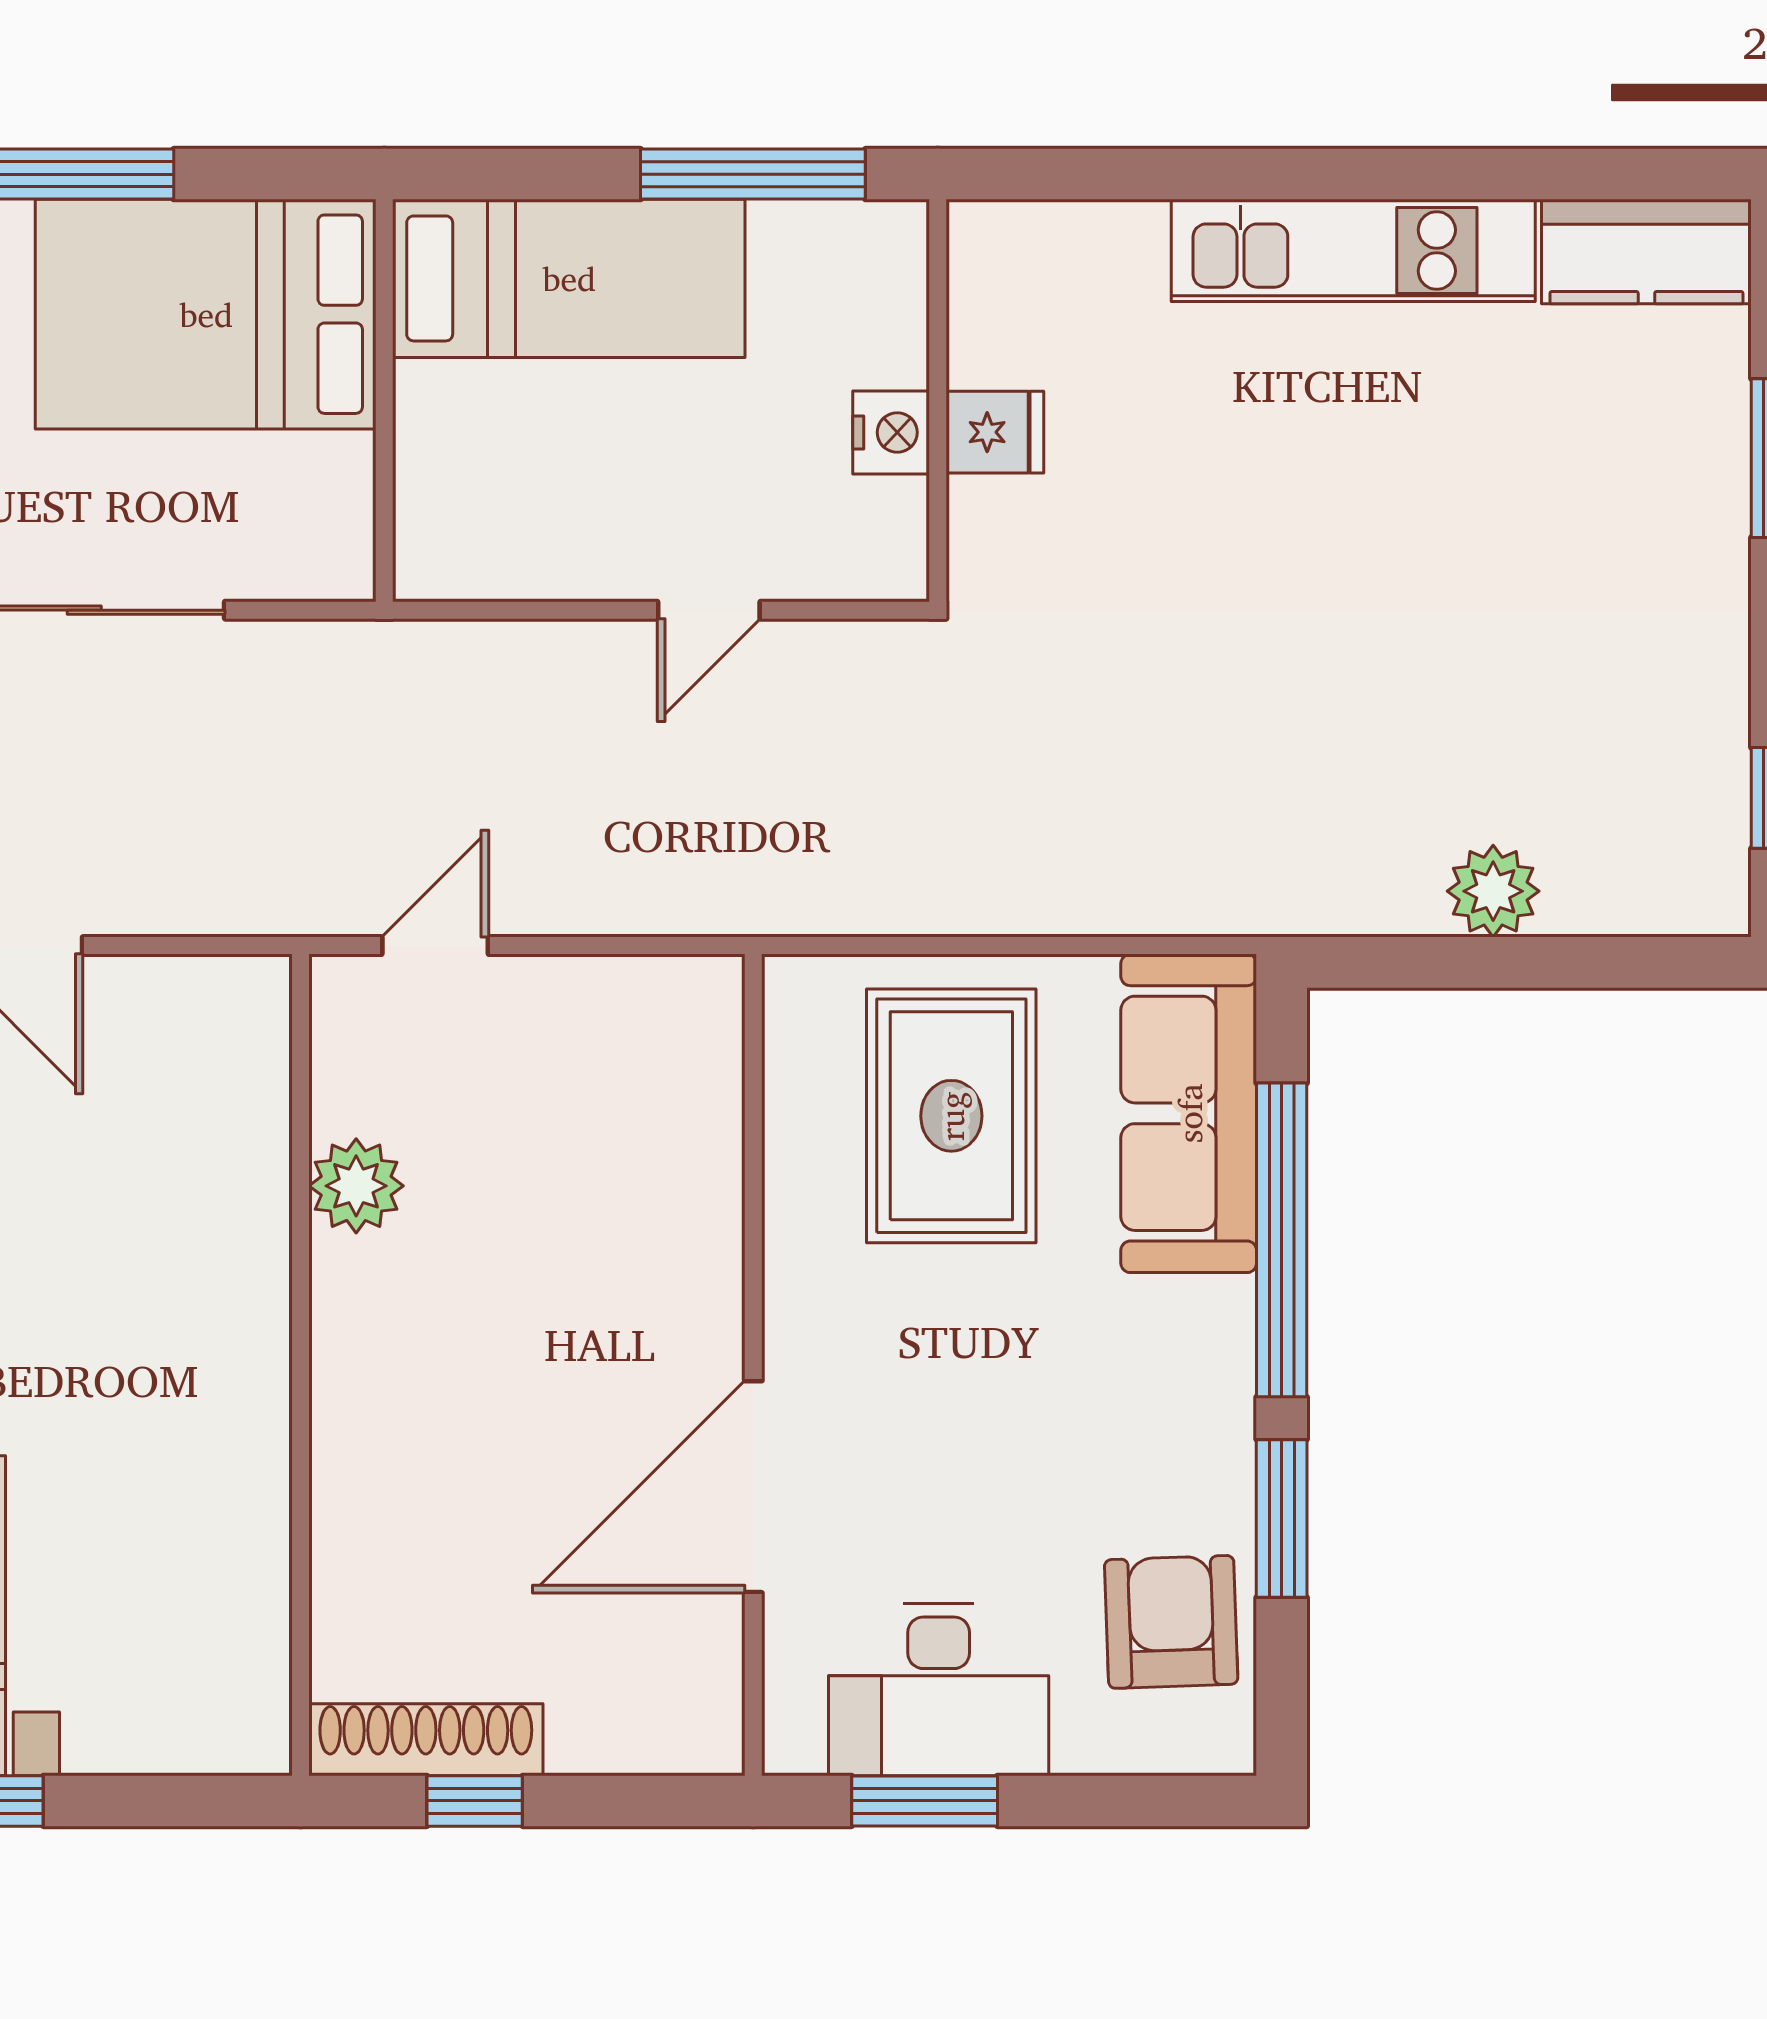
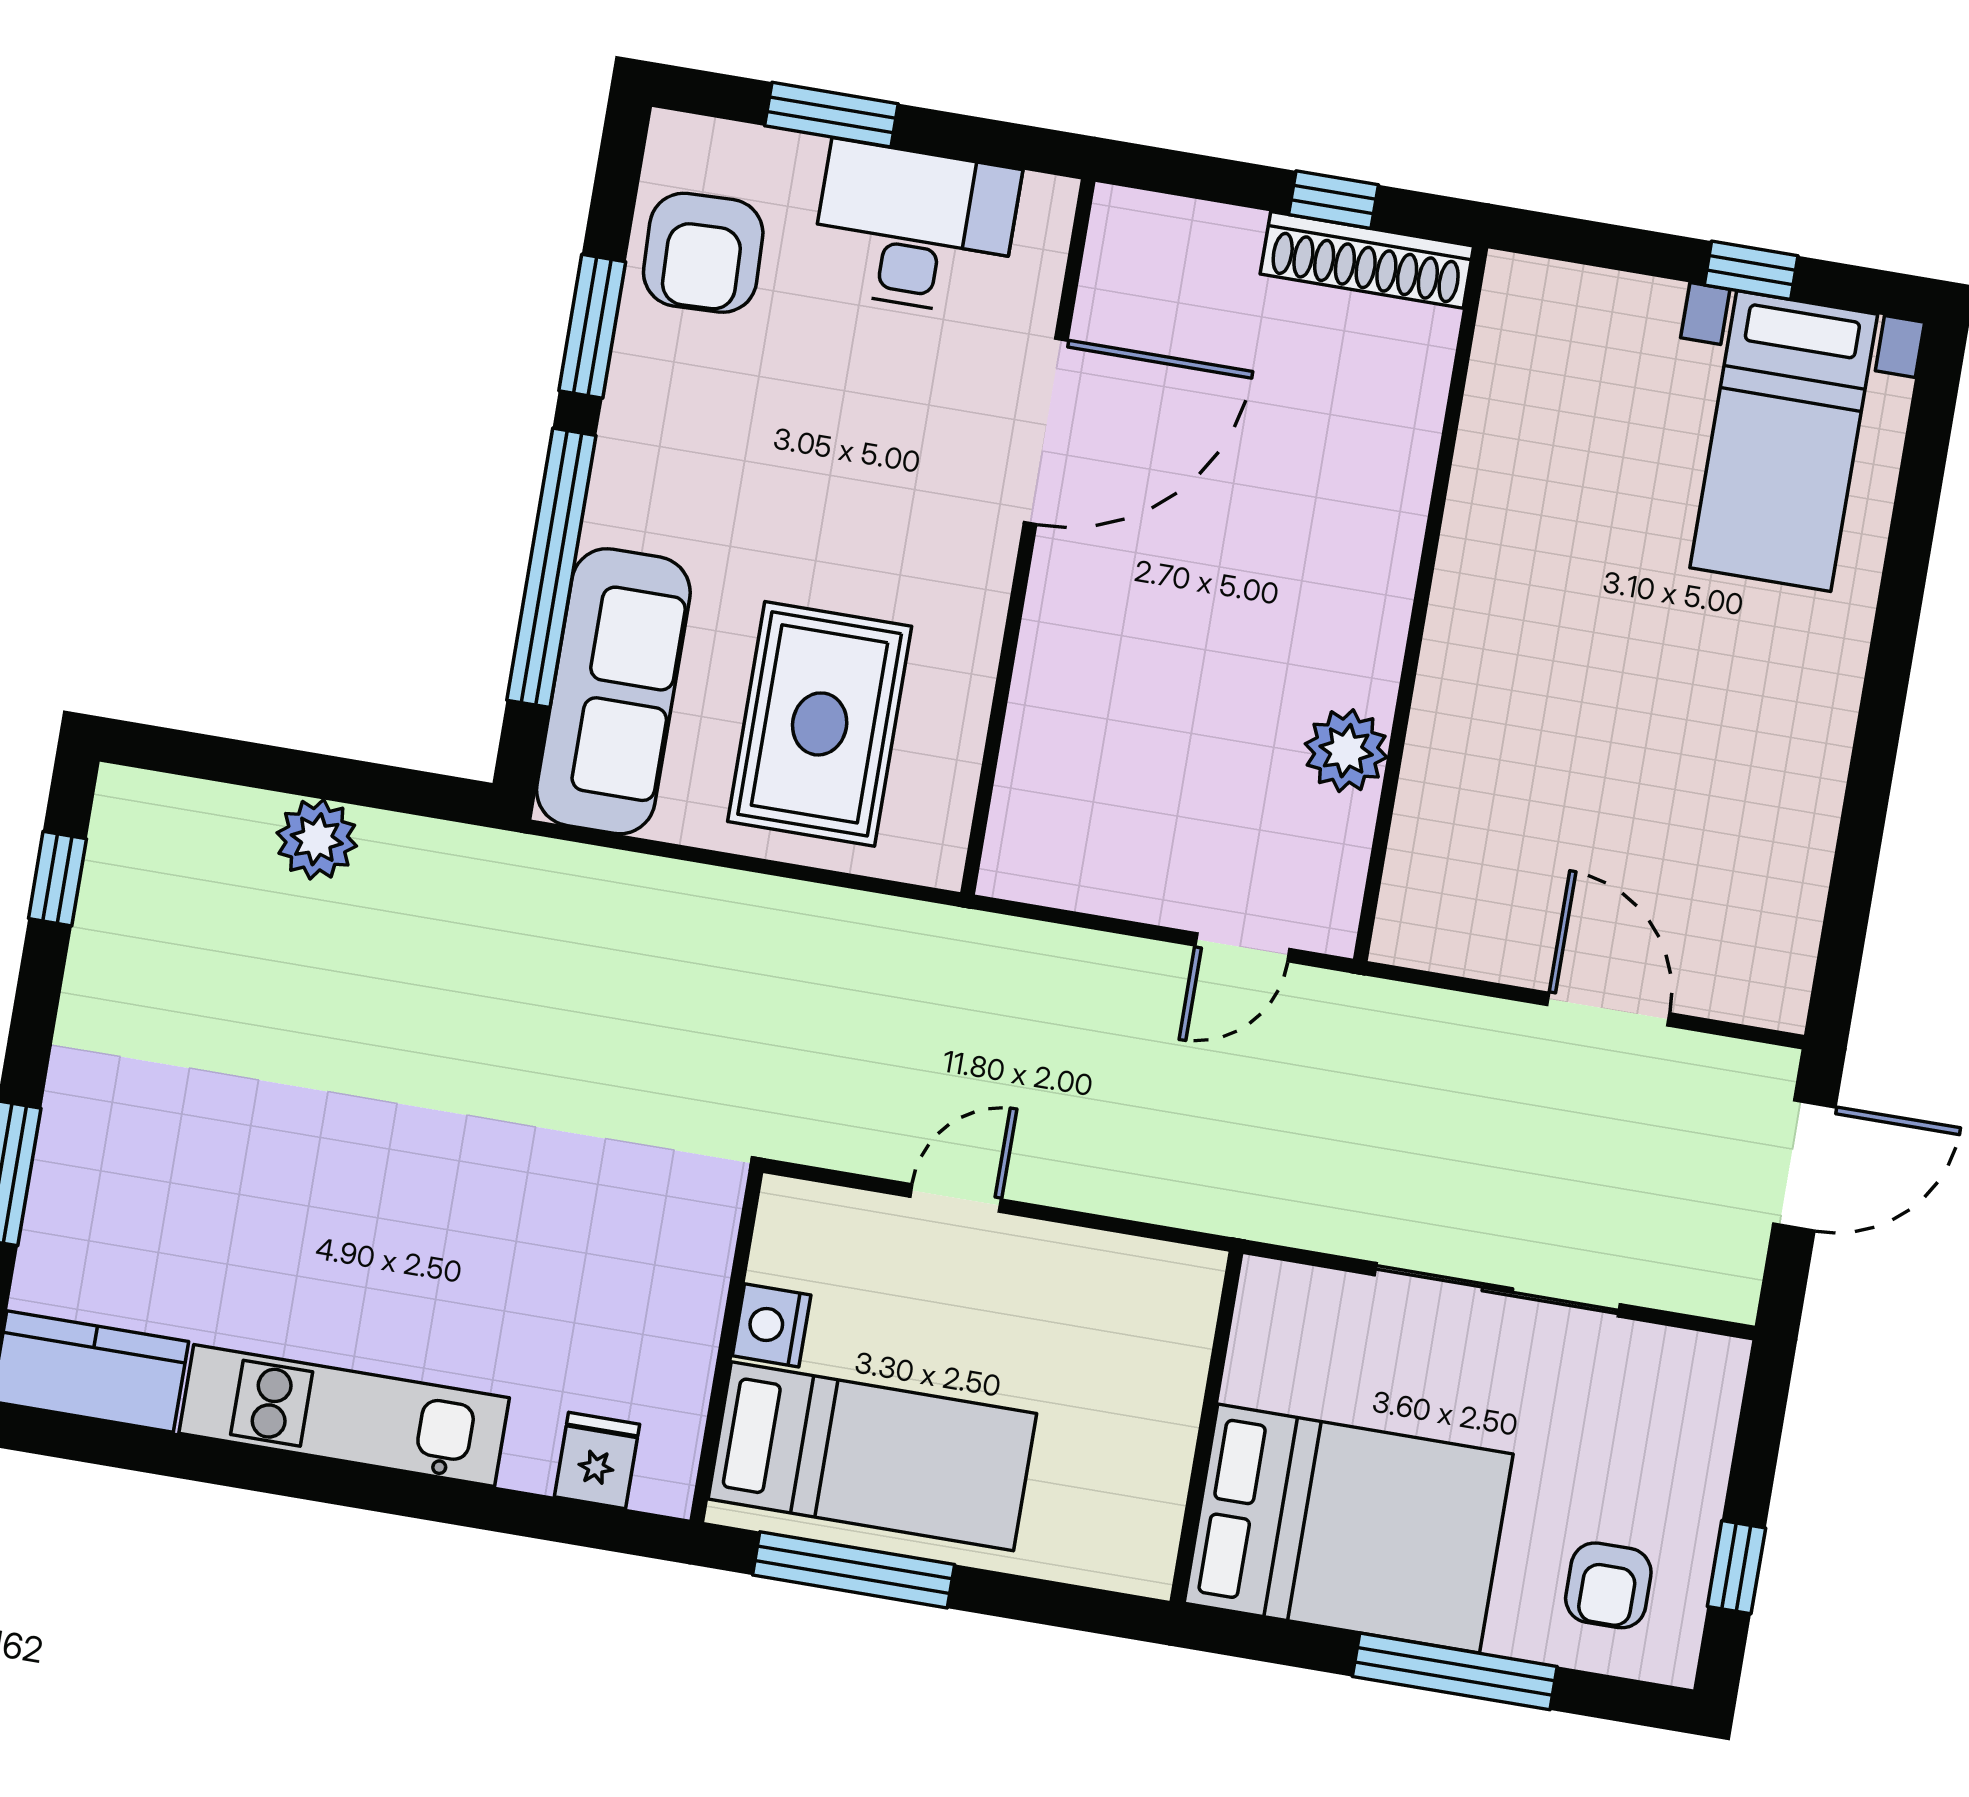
bed: (569, 278) -> (872, 1456), moved, turned 180
fridge: (995, 432) -> (597, 1460), moved, turned 90
window: (925, 1801) -> (831, 115), moved

